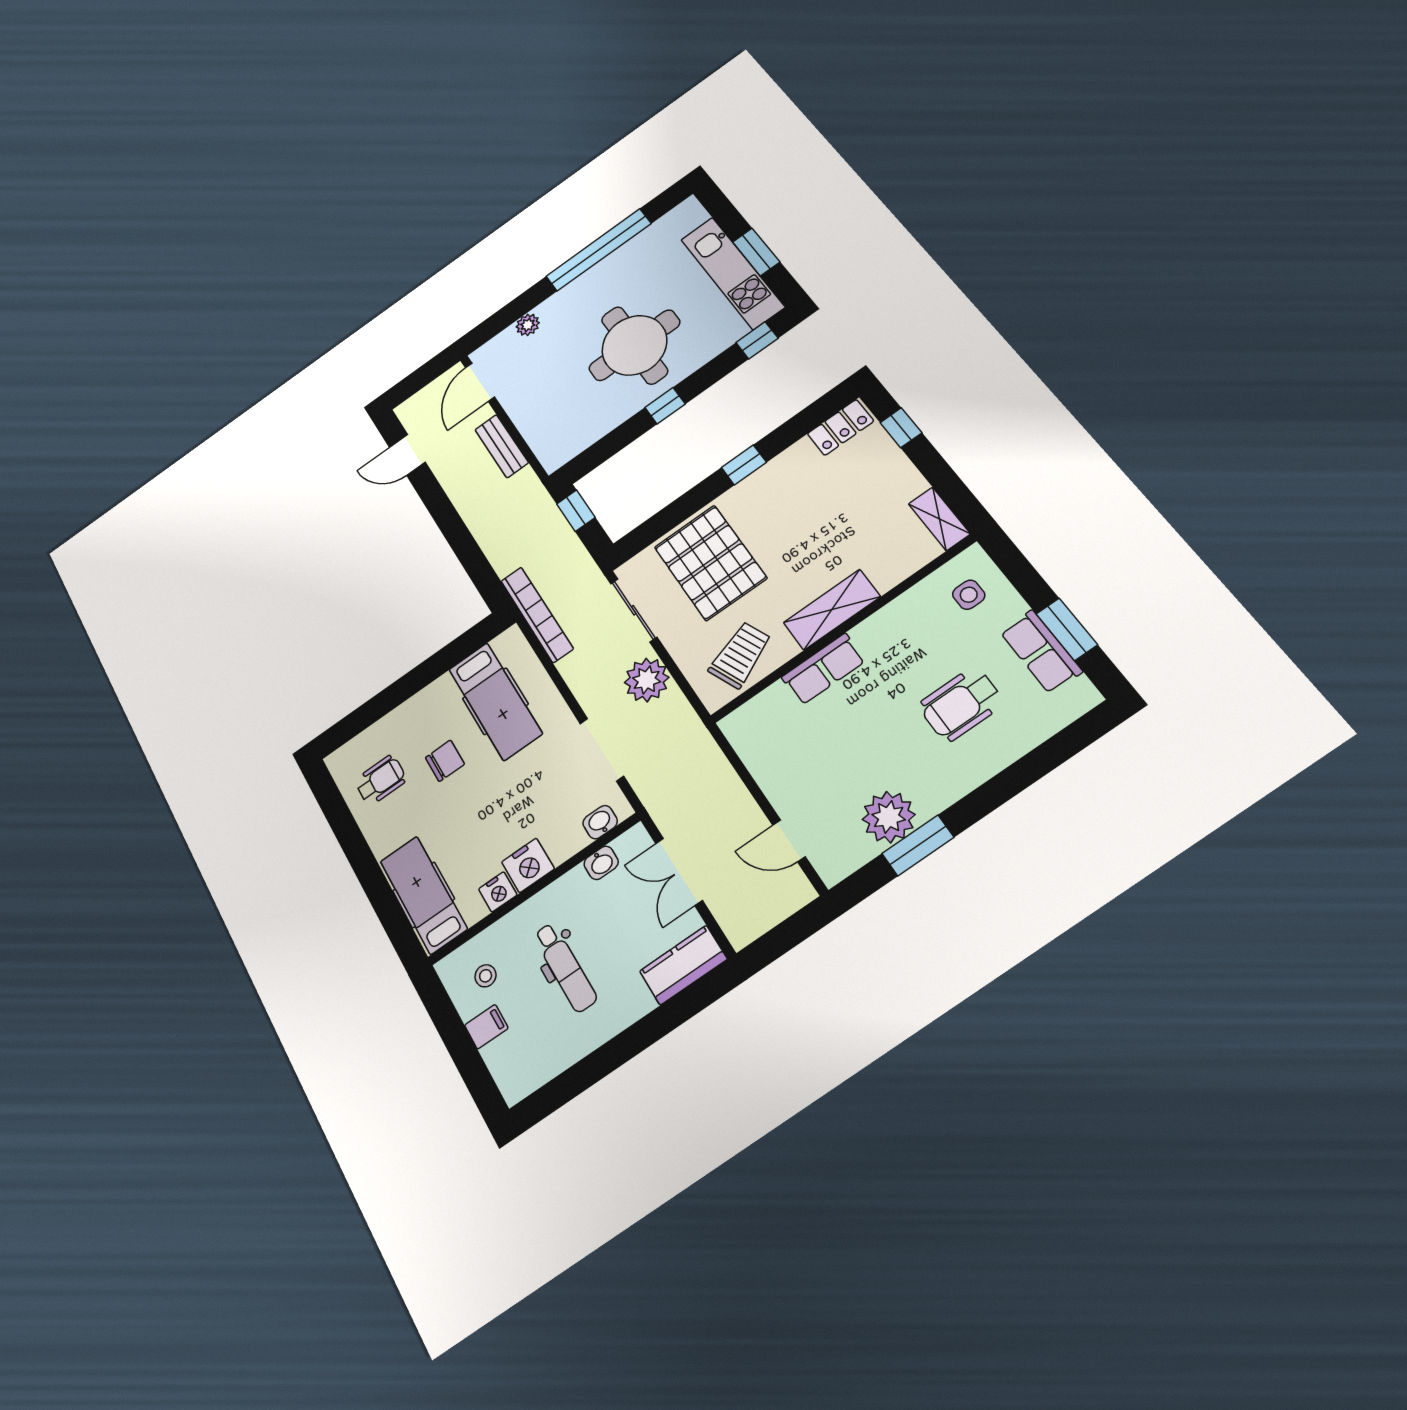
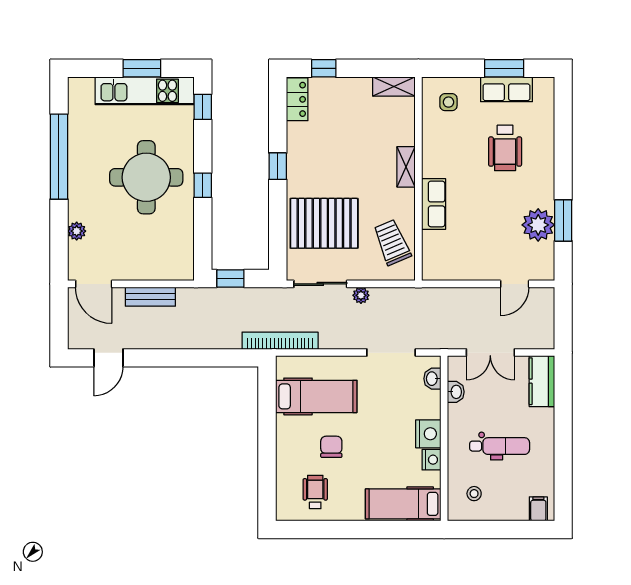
shelving: (832, 610) -> (406, 167), width x0.67, depth x0.75
plant: (647, 680) -> (361, 295), width x0.53, depth x0.53
filing cabinet: (486, 1027) -> (538, 509), moved

